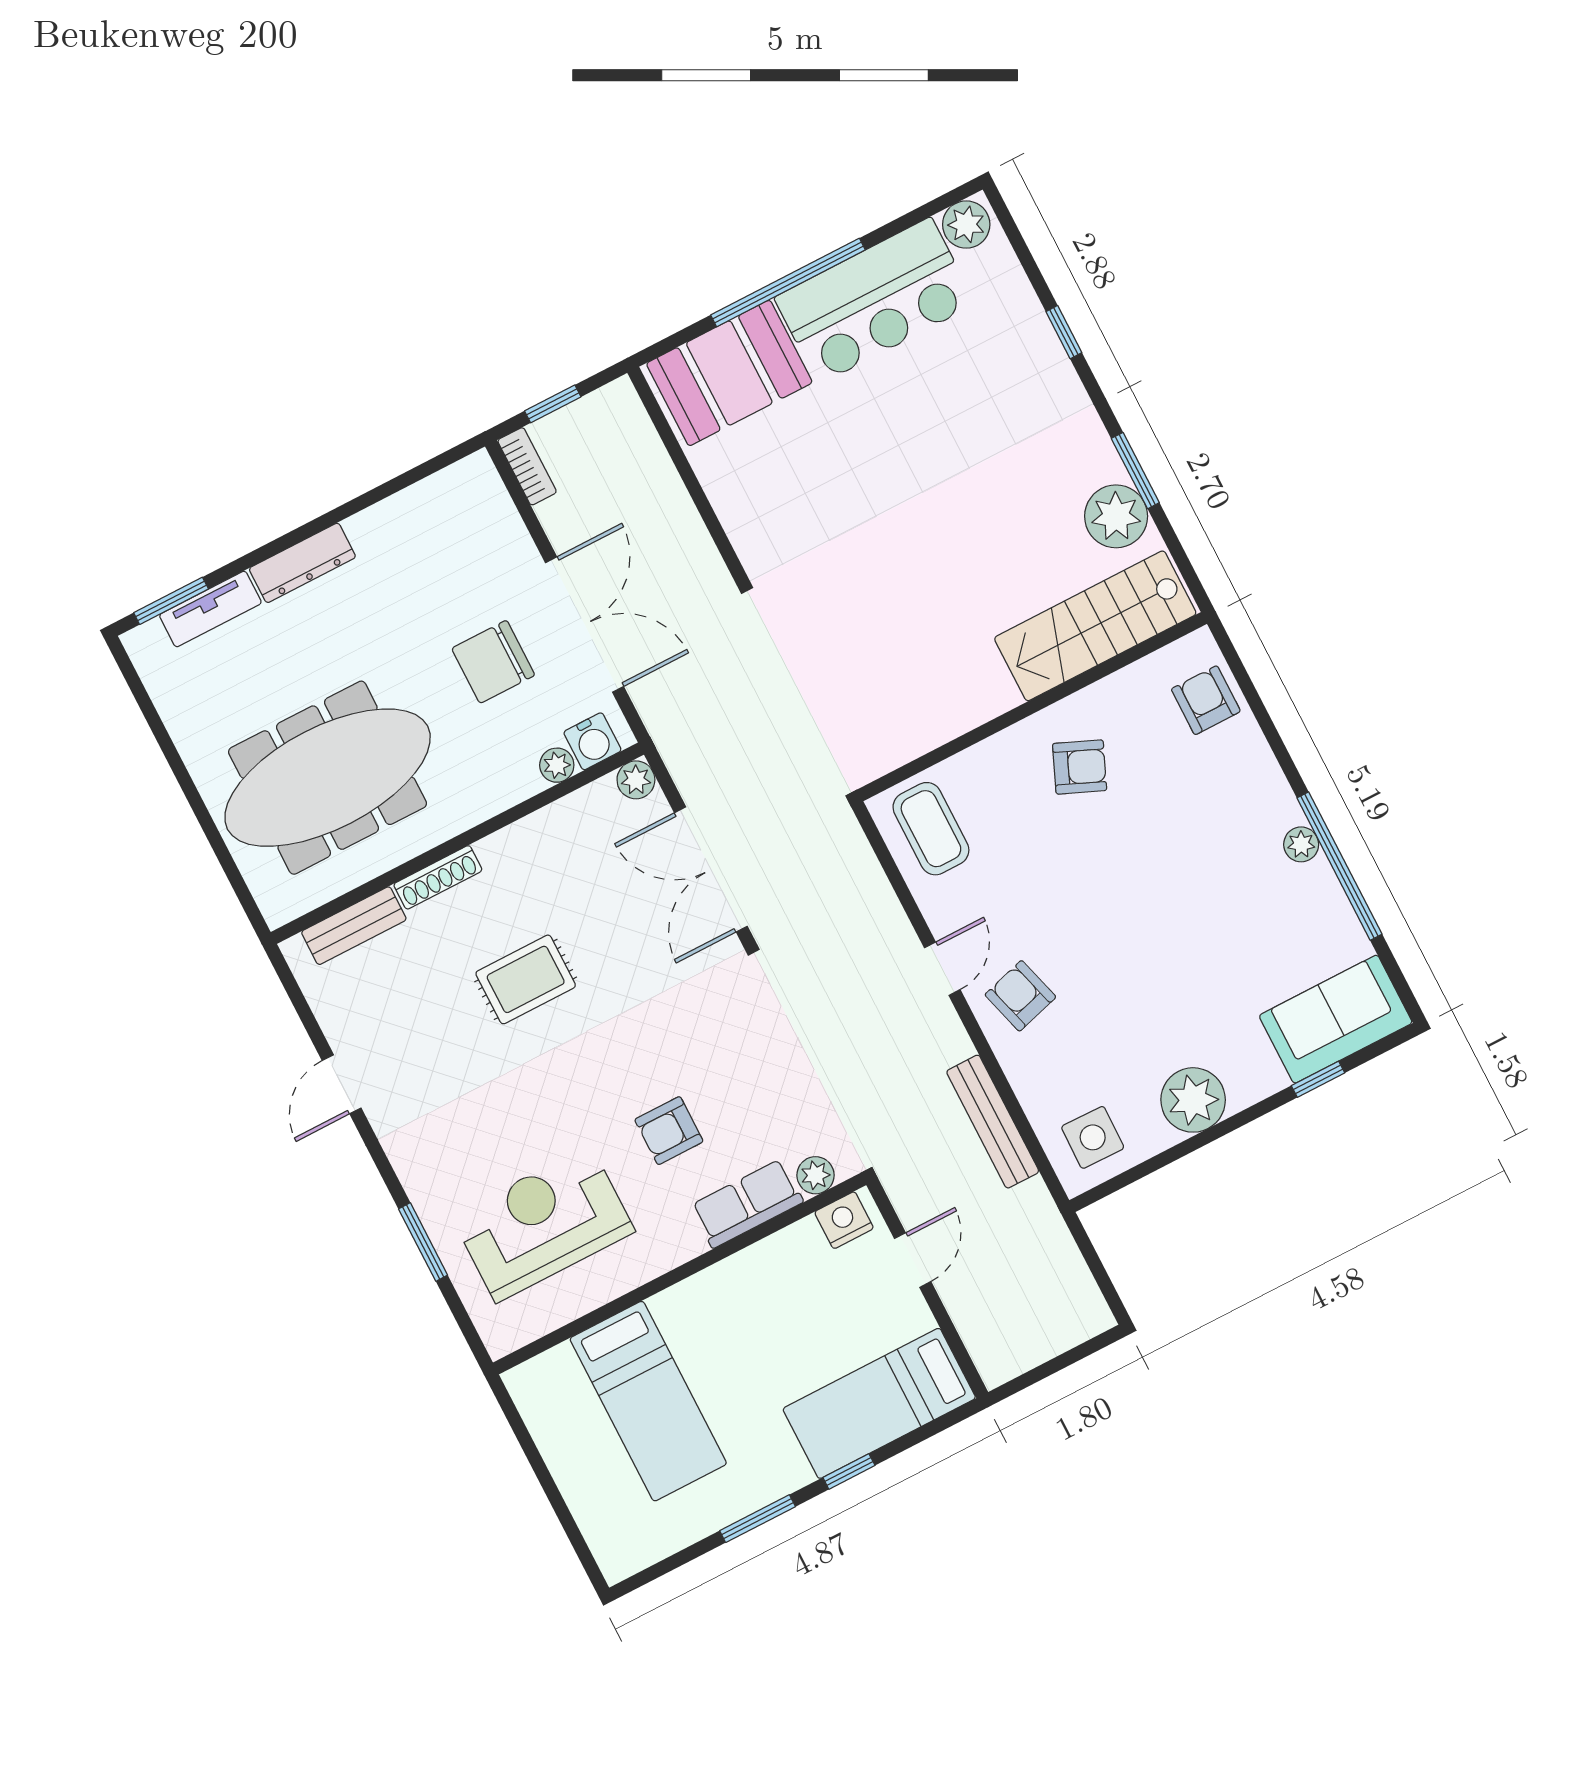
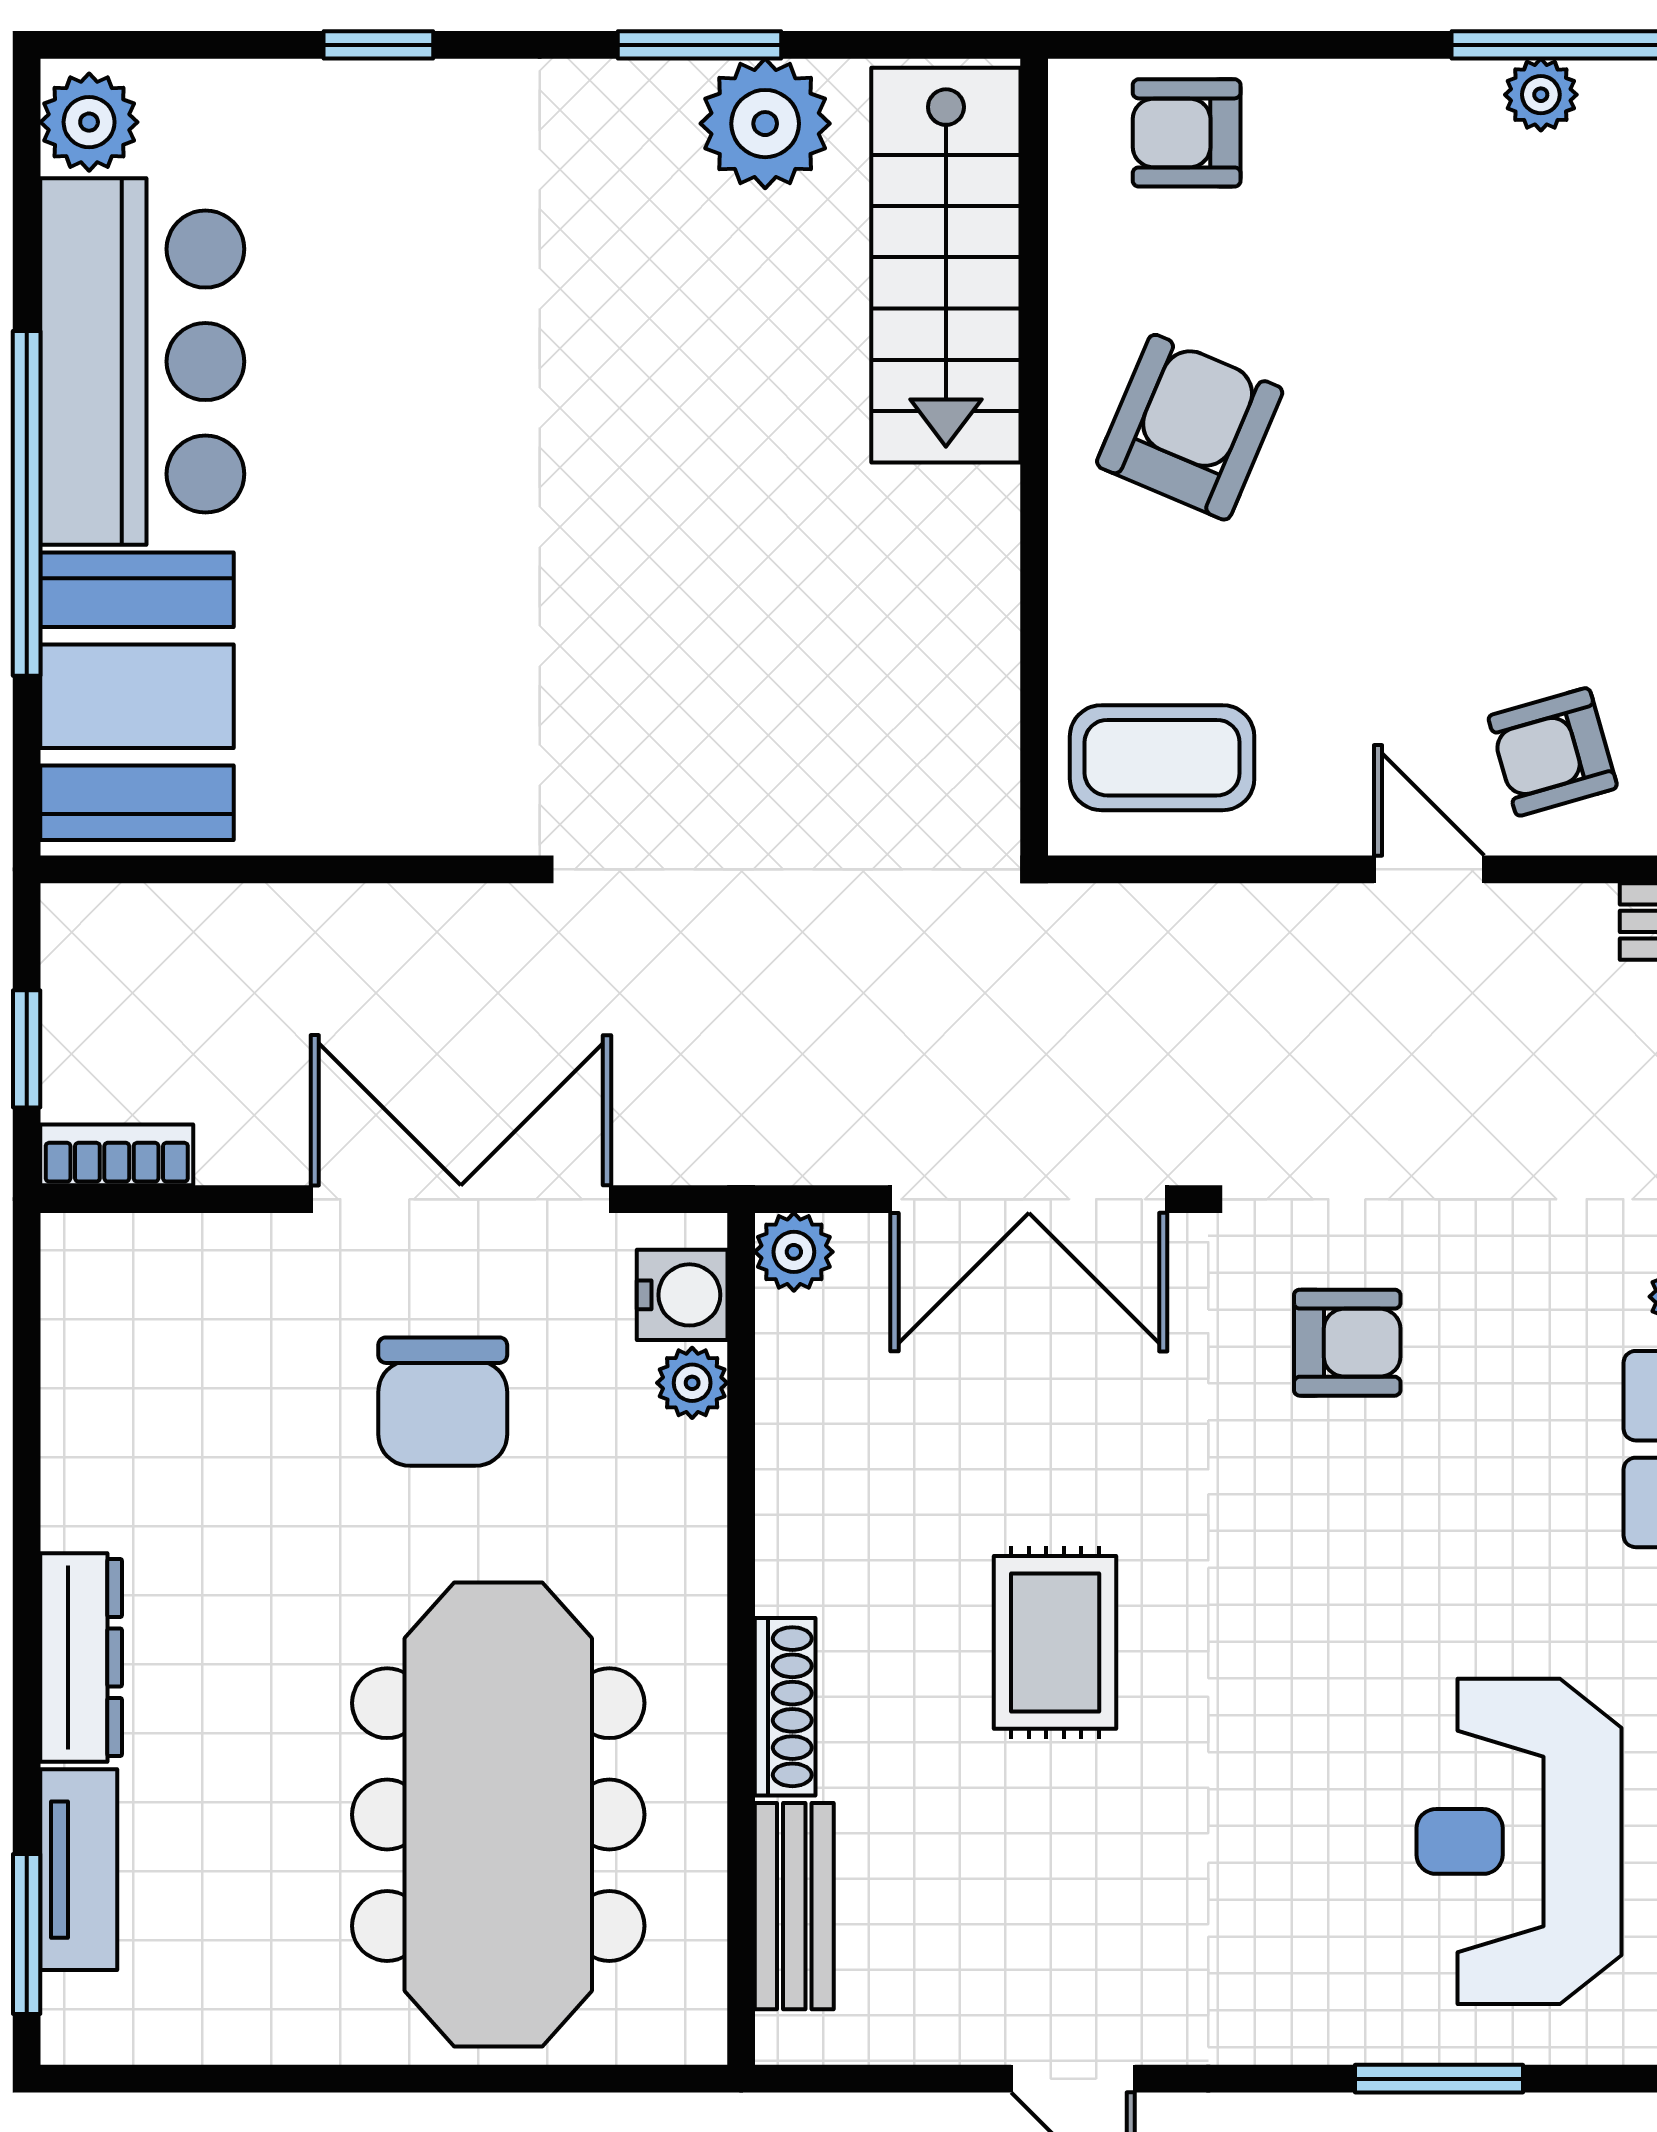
armchair: (1080, 767) -> (1190, 427), width x1.38, depth x1.38
armchair: (669, 1131) -> (1347, 1343), moved, turned -90

